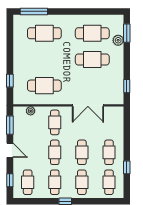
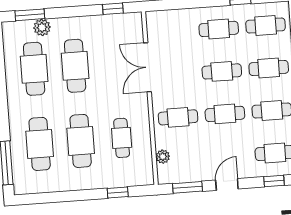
cafe table: (44, 59) -> (81, 141), added
cafe table: (44, 86) -> (122, 138), width x0.73, depth x0.74
double door: (88, 105) -> (148, 67), swing flipped

